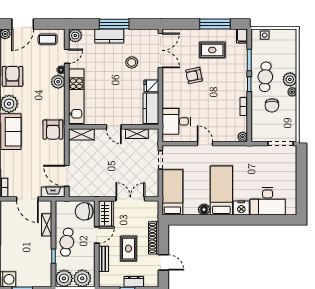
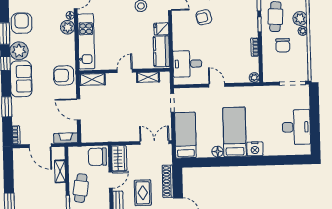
door: (114, 127) -> (125, 71), swing flipped
armchair: (53, 130) -> (64, 75), turned 90
door: (67, 176) -> (79, 109), moved
double door: (130, 199) -> (154, 142), moved
desk: (268, 201) -> (296, 127), moved, turned -90

